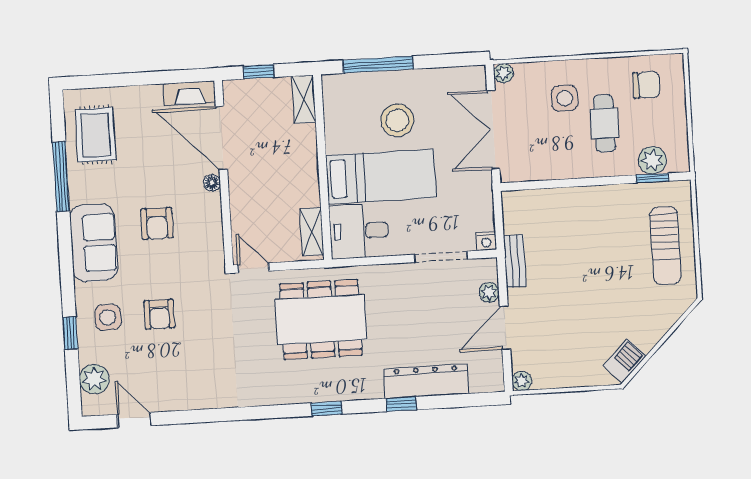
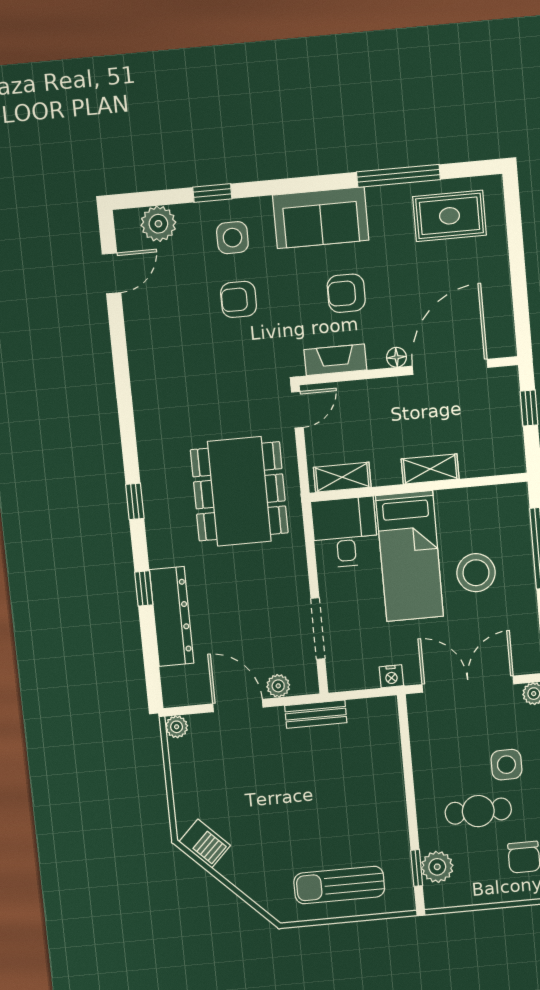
fireplace: (189, 93) -> (335, 360), moved, turned 90
shelving: (304, 99) -> (430, 469), moved
nightstand: (486, 241) -> (391, 676), moved, turned -90

